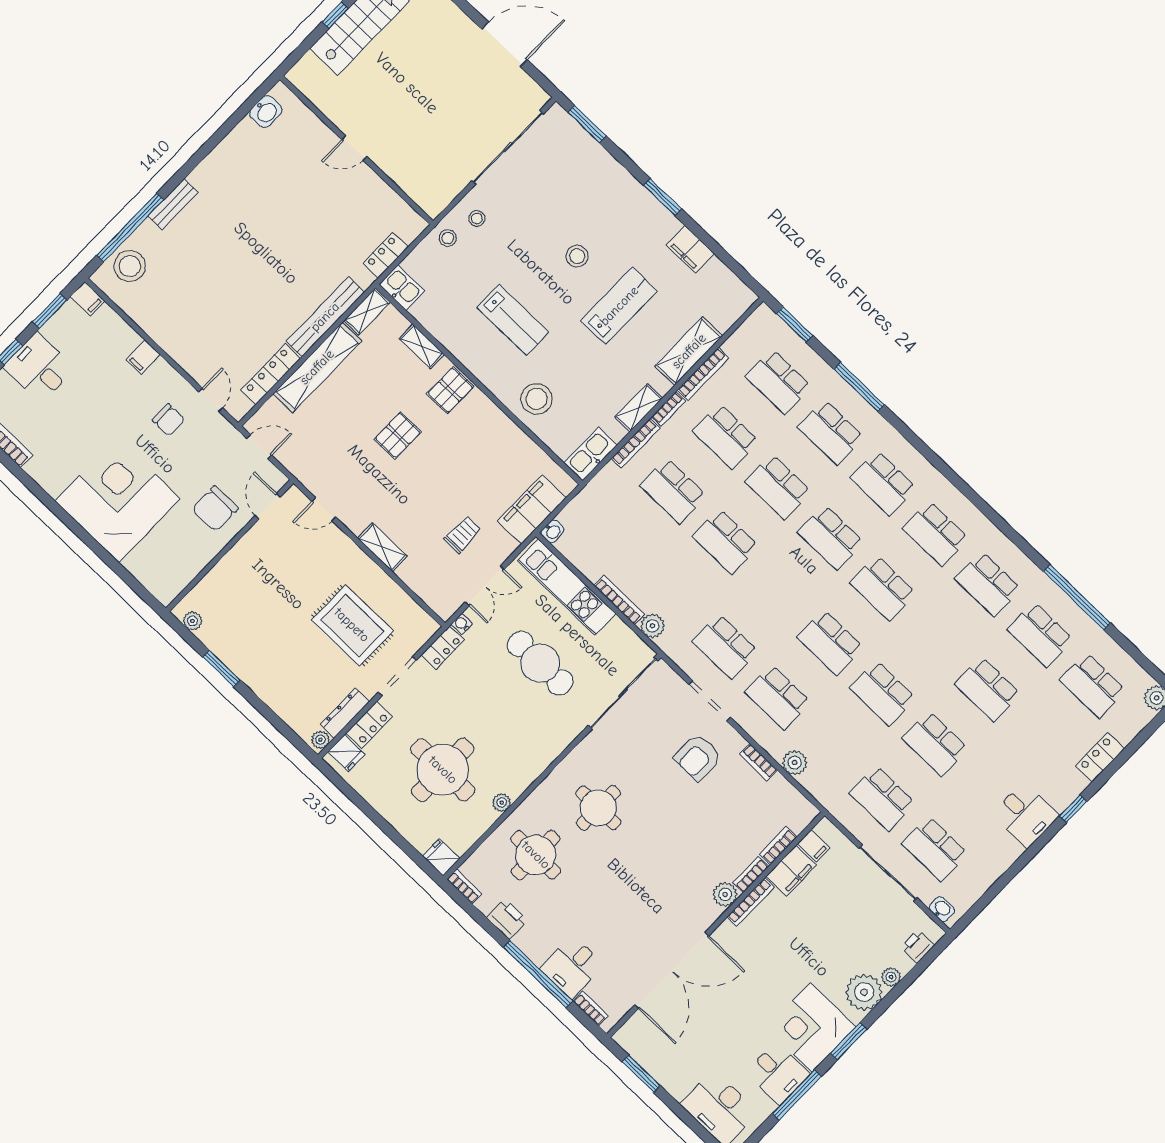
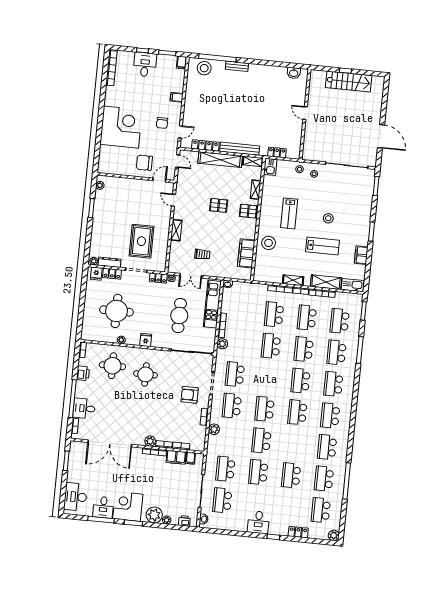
kitchen sink: (590, 454) -> (353, 285), moved
filing cabinet: (532, 509) -> (246, 253), moved, turned -90
fridge: (441, 857) -> (146, 340), moved

